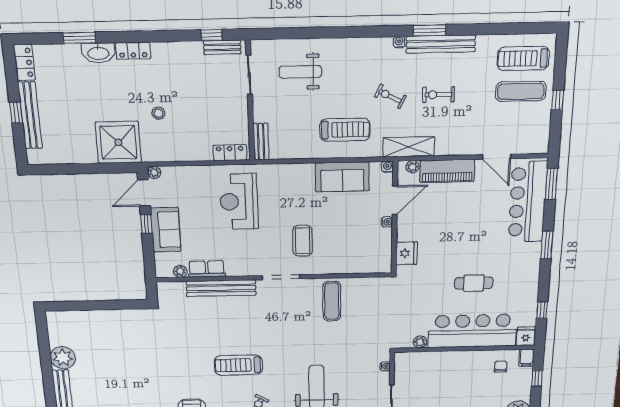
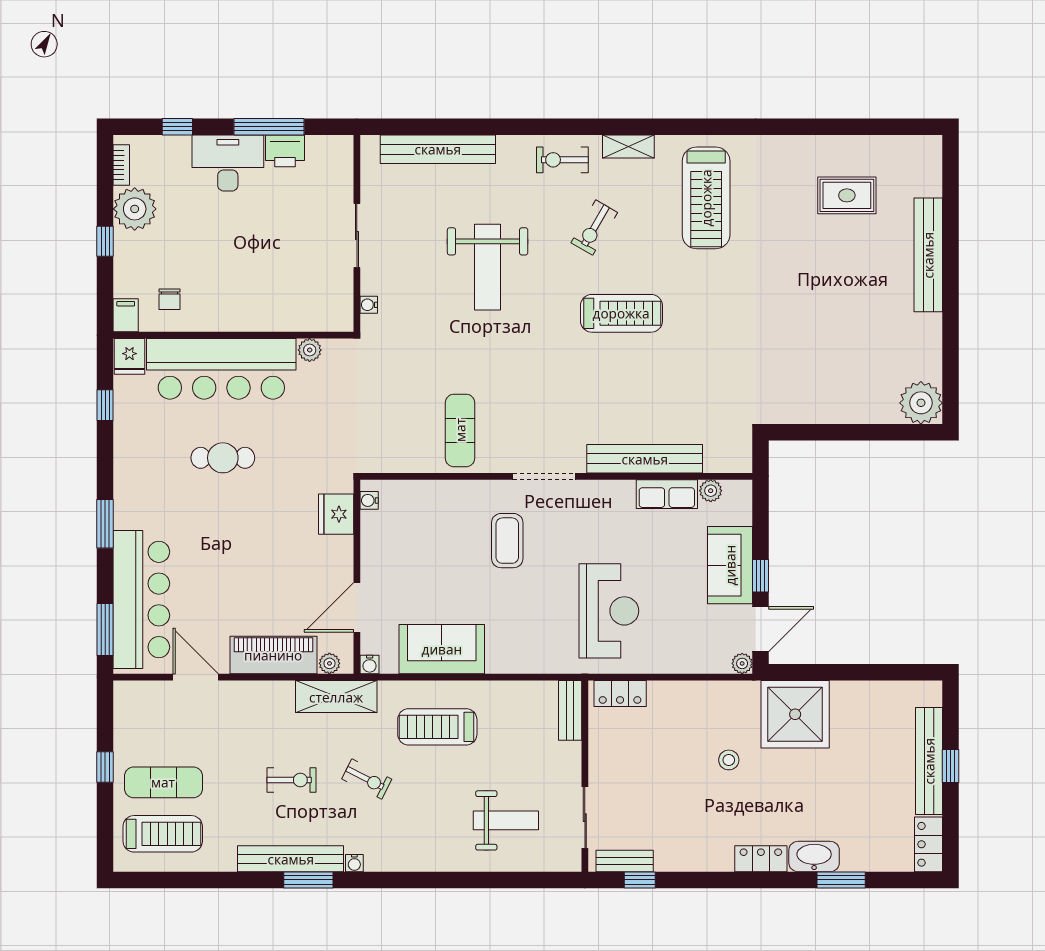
water cooler: (387, 222) -> (369, 500), moved
plant: (63, 358) -> (921, 403), moved
window: (537, 378) -> (105, 241), moved

